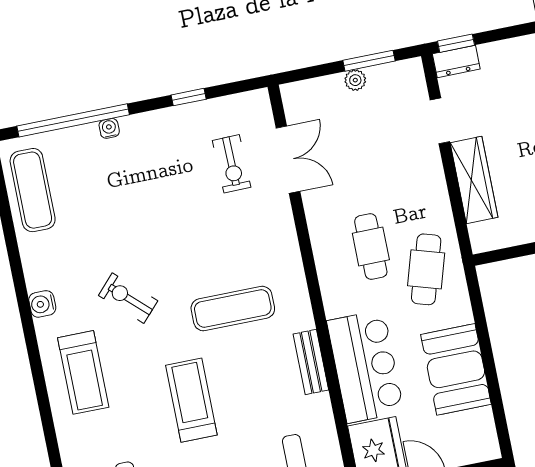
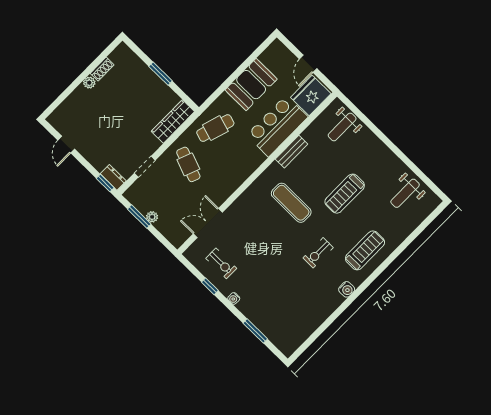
window: (73, 120) -> (255, 331), width x0.47
water cooler: (109, 128) -> (234, 298), moved
exercise bike: (232, 164) -> (221, 263), moved, turned 91
wardrobe: (474, 180) -> (173, 121), moved
exercise mat: (33, 190) -> (299, 328), removed
cafe table: (371, 247) -> (188, 164), moved, turned -69
exercise bike: (128, 298) -> (318, 253), turned 47

